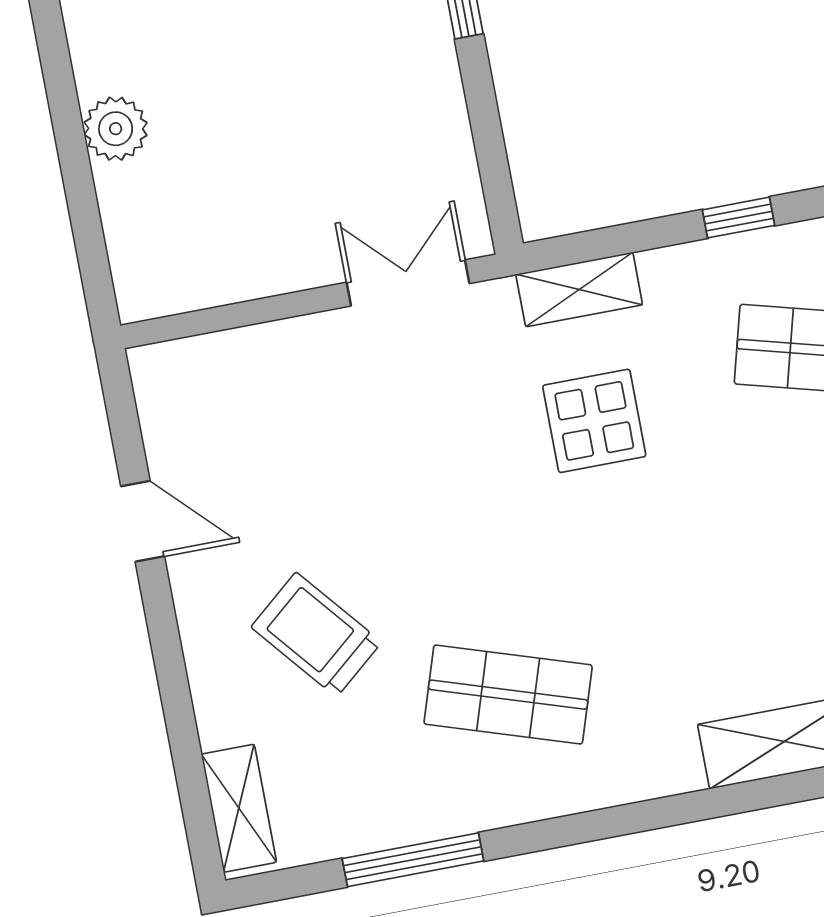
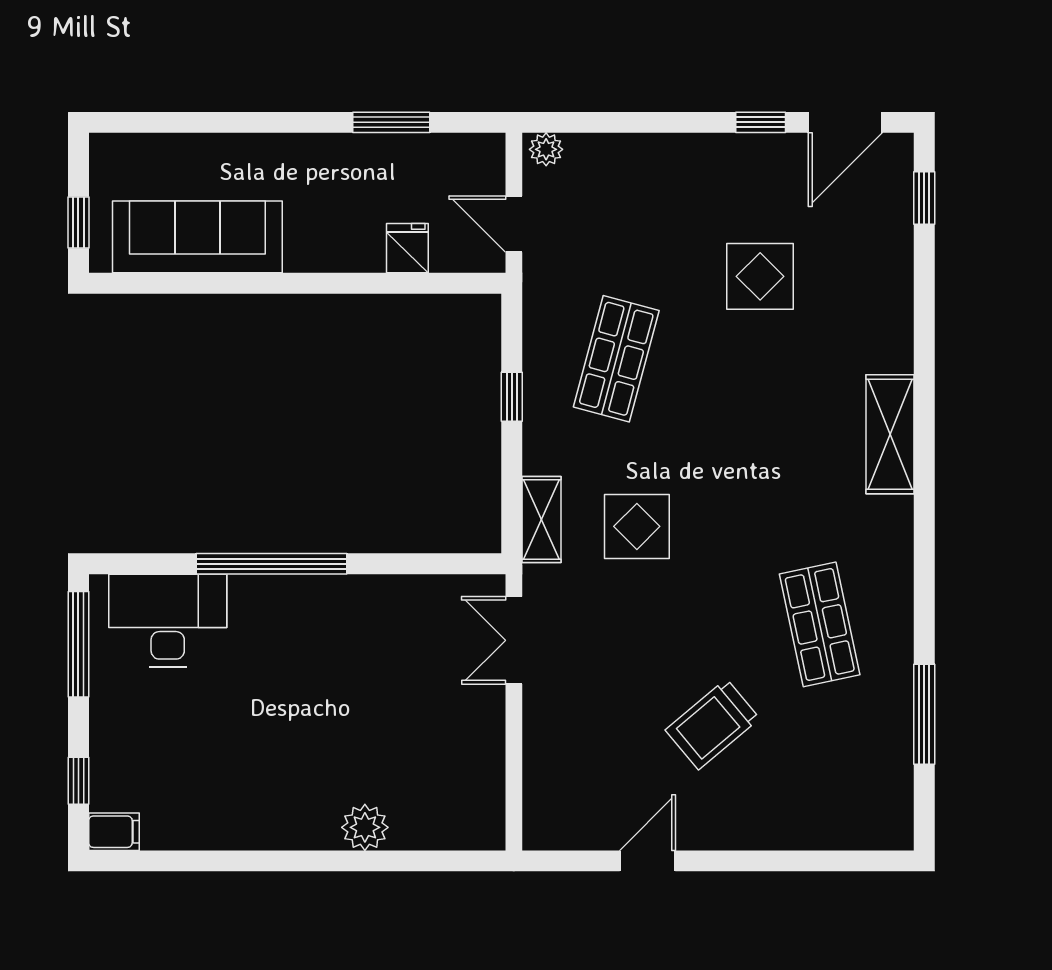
trolley: (316, 635) -> (712, 724), moved
shop shelf: (508, 695) -> (820, 624), turned -30
shelving: (239, 808) -> (864, 831), removed

